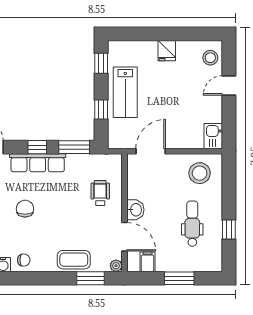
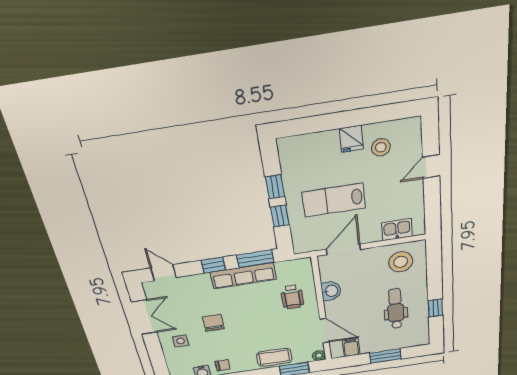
stool: (210, 58) -> (381, 147), moved
window: (101, 63) -> (275, 187), moved
lab bench: (125, 92) -> (334, 200), moved, turned 90
kitchen sink: (213, 136) -> (397, 230), moved, turned 90
row of seats: (38, 163) -> (243, 276), moved
wheelchair: (100, 193) -> (292, 297), turned 180
washbasin: (135, 210) -> (331, 291), moved

